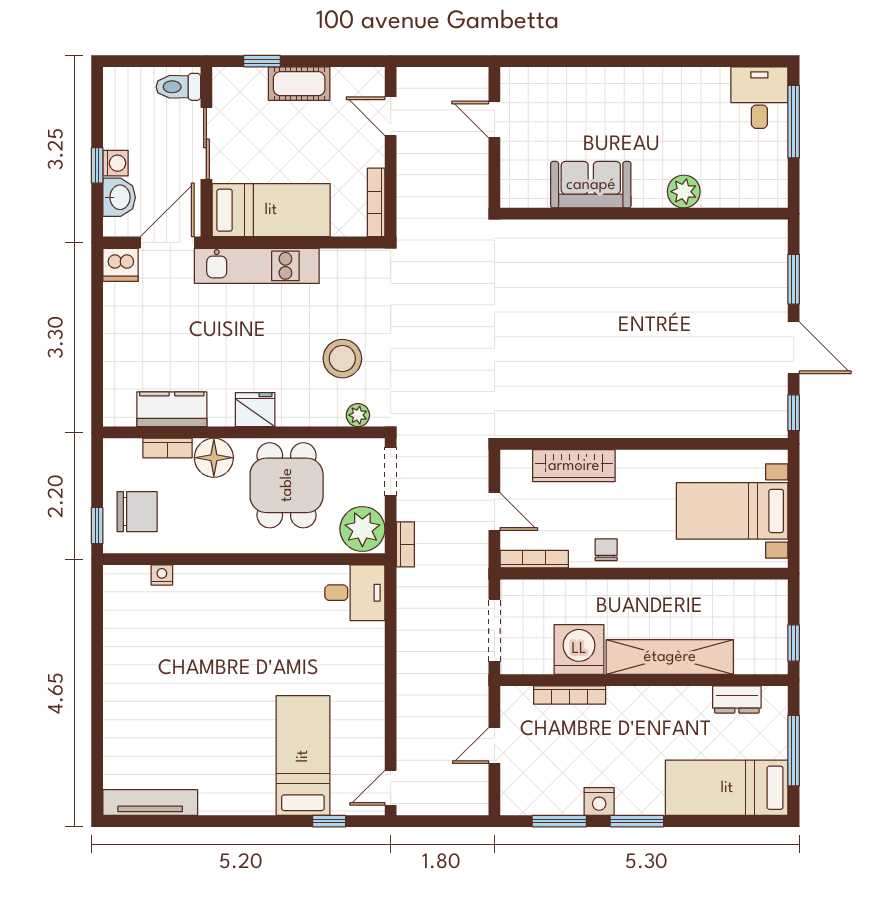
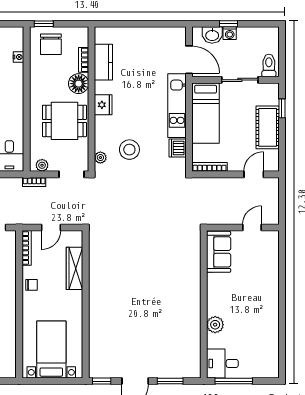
cot: (299, 84) -> (268, 127), width x1.37, depth x1.34
desk: (759, 98) -> (222, 363), moved, turned 180
window: (794, 122) -> (234, 381), moved
sofa: (591, 185) -> (219, 252), moved
dishwasher: (121, 265) -> (178, 148), moved
plant: (362, 529) -> (42, 165), width x0.53, depth x0.53

